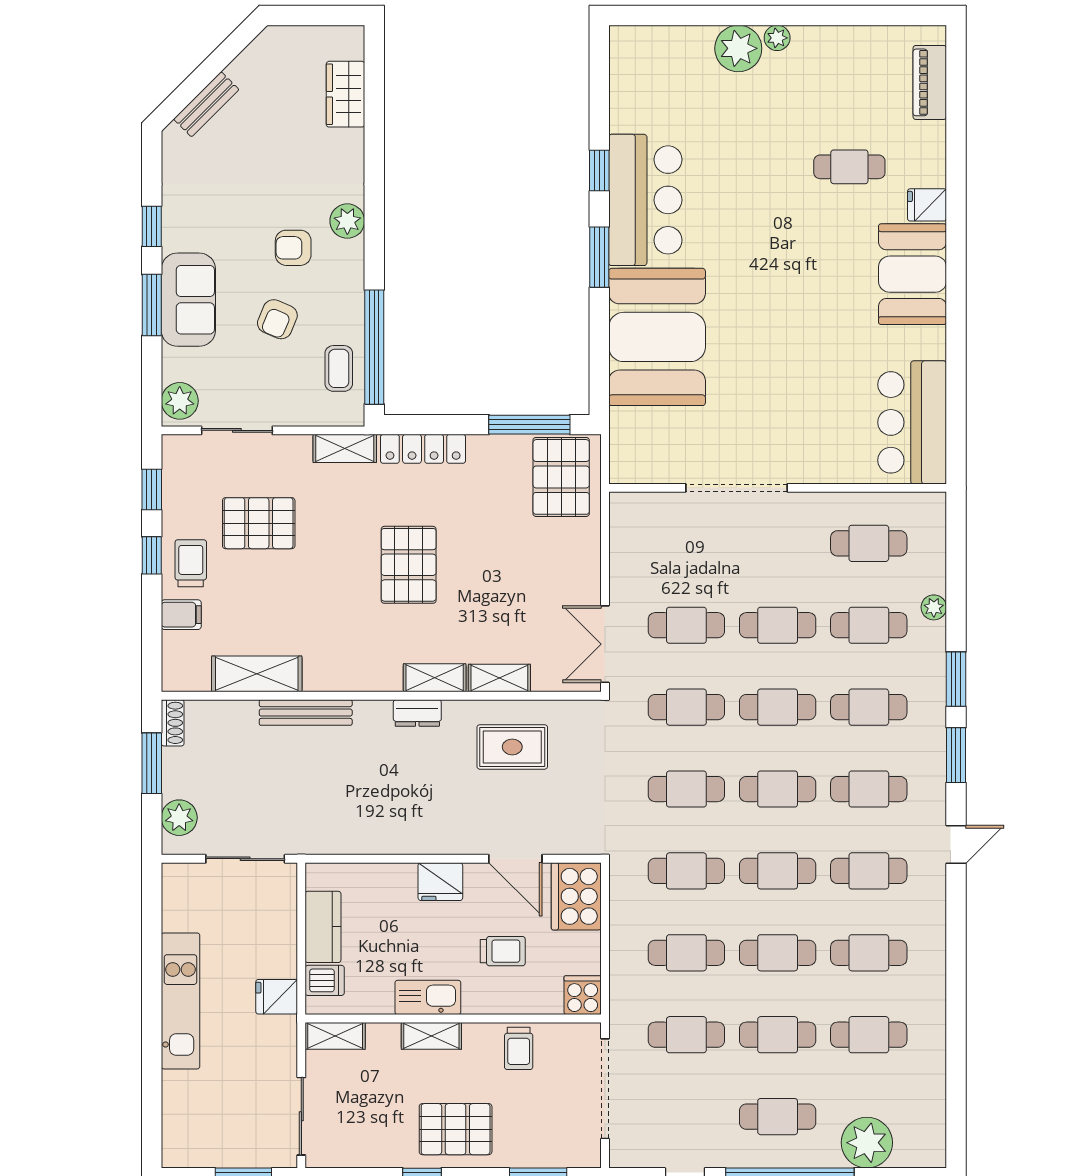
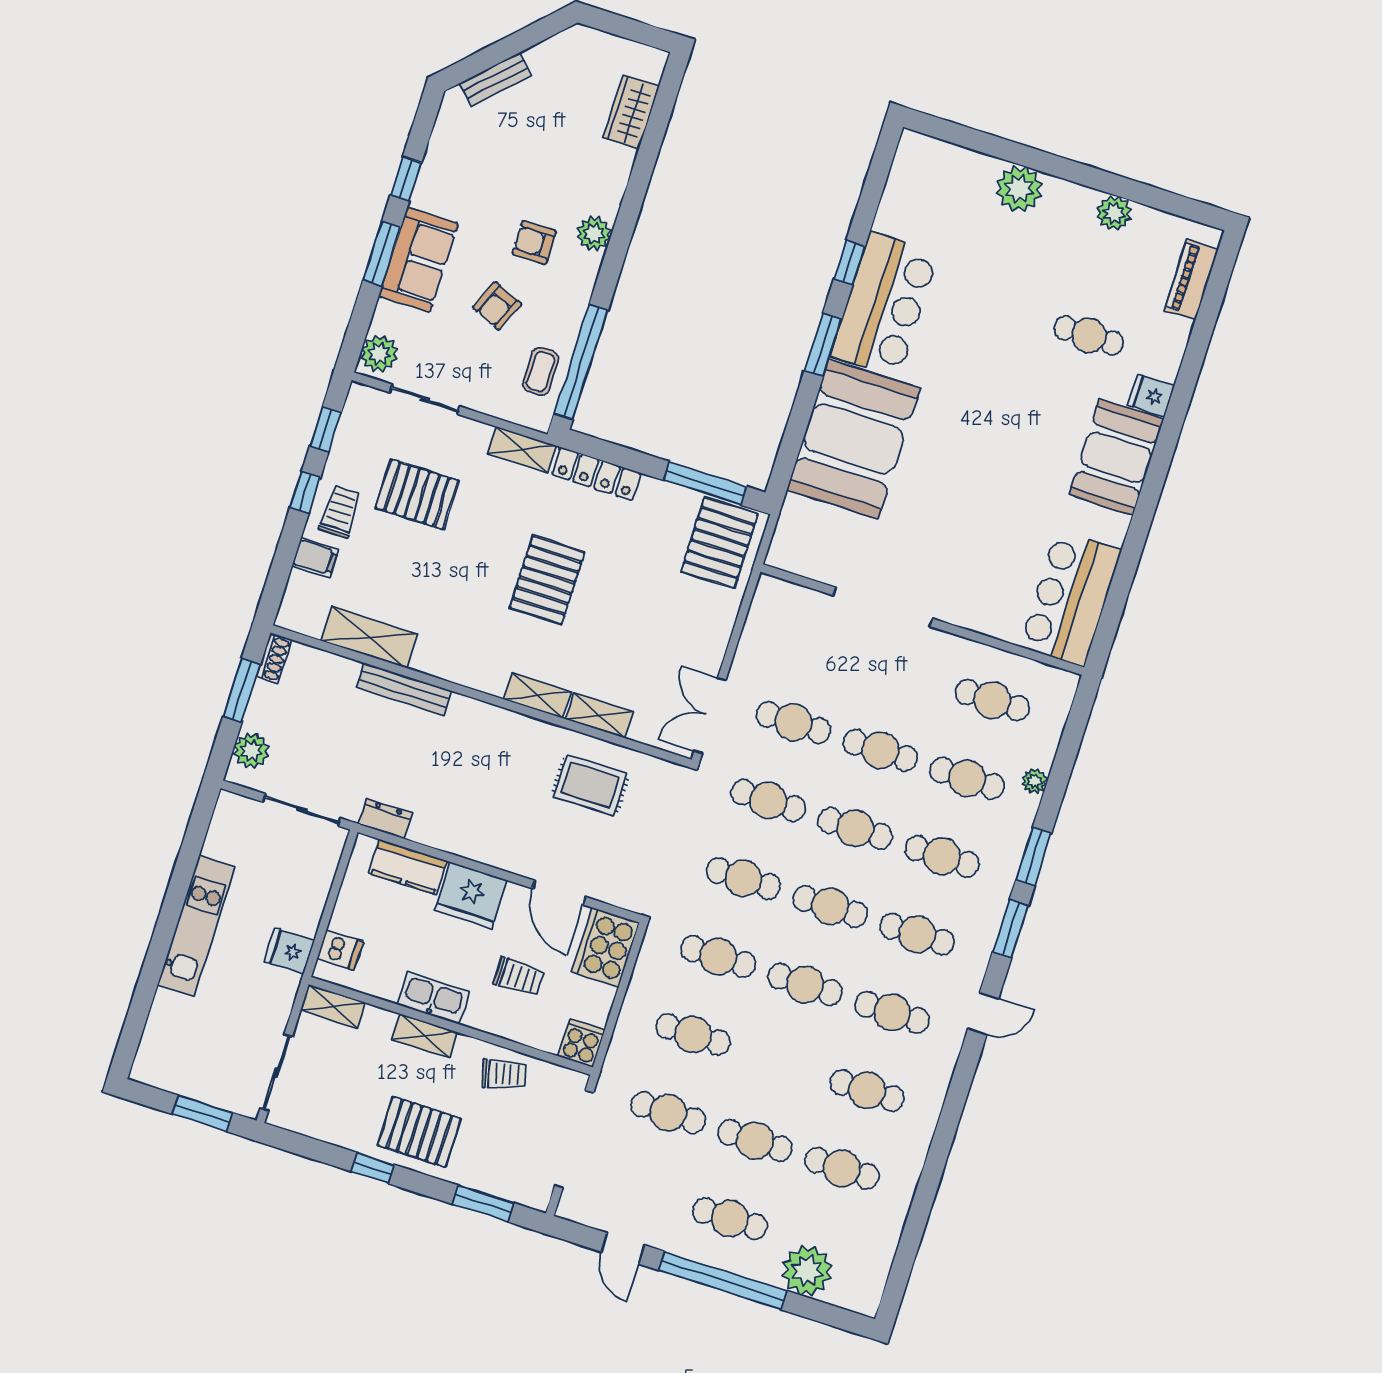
plant: (777, 38) -> (1114, 213), moved, width x1.38, depth x1.38
dresser: (417, 713) -> (385, 819), moved, turned 180
fridge: (440, 882) -> (471, 895), width x1.36, depth x1.34
kitchen counter: (323, 927) -> (408, 867), moved, turned 90
cafe table: (778, 953) -> (780, 1062), removed
trolley: (519, 1048) -> (504, 1074), turned -104

